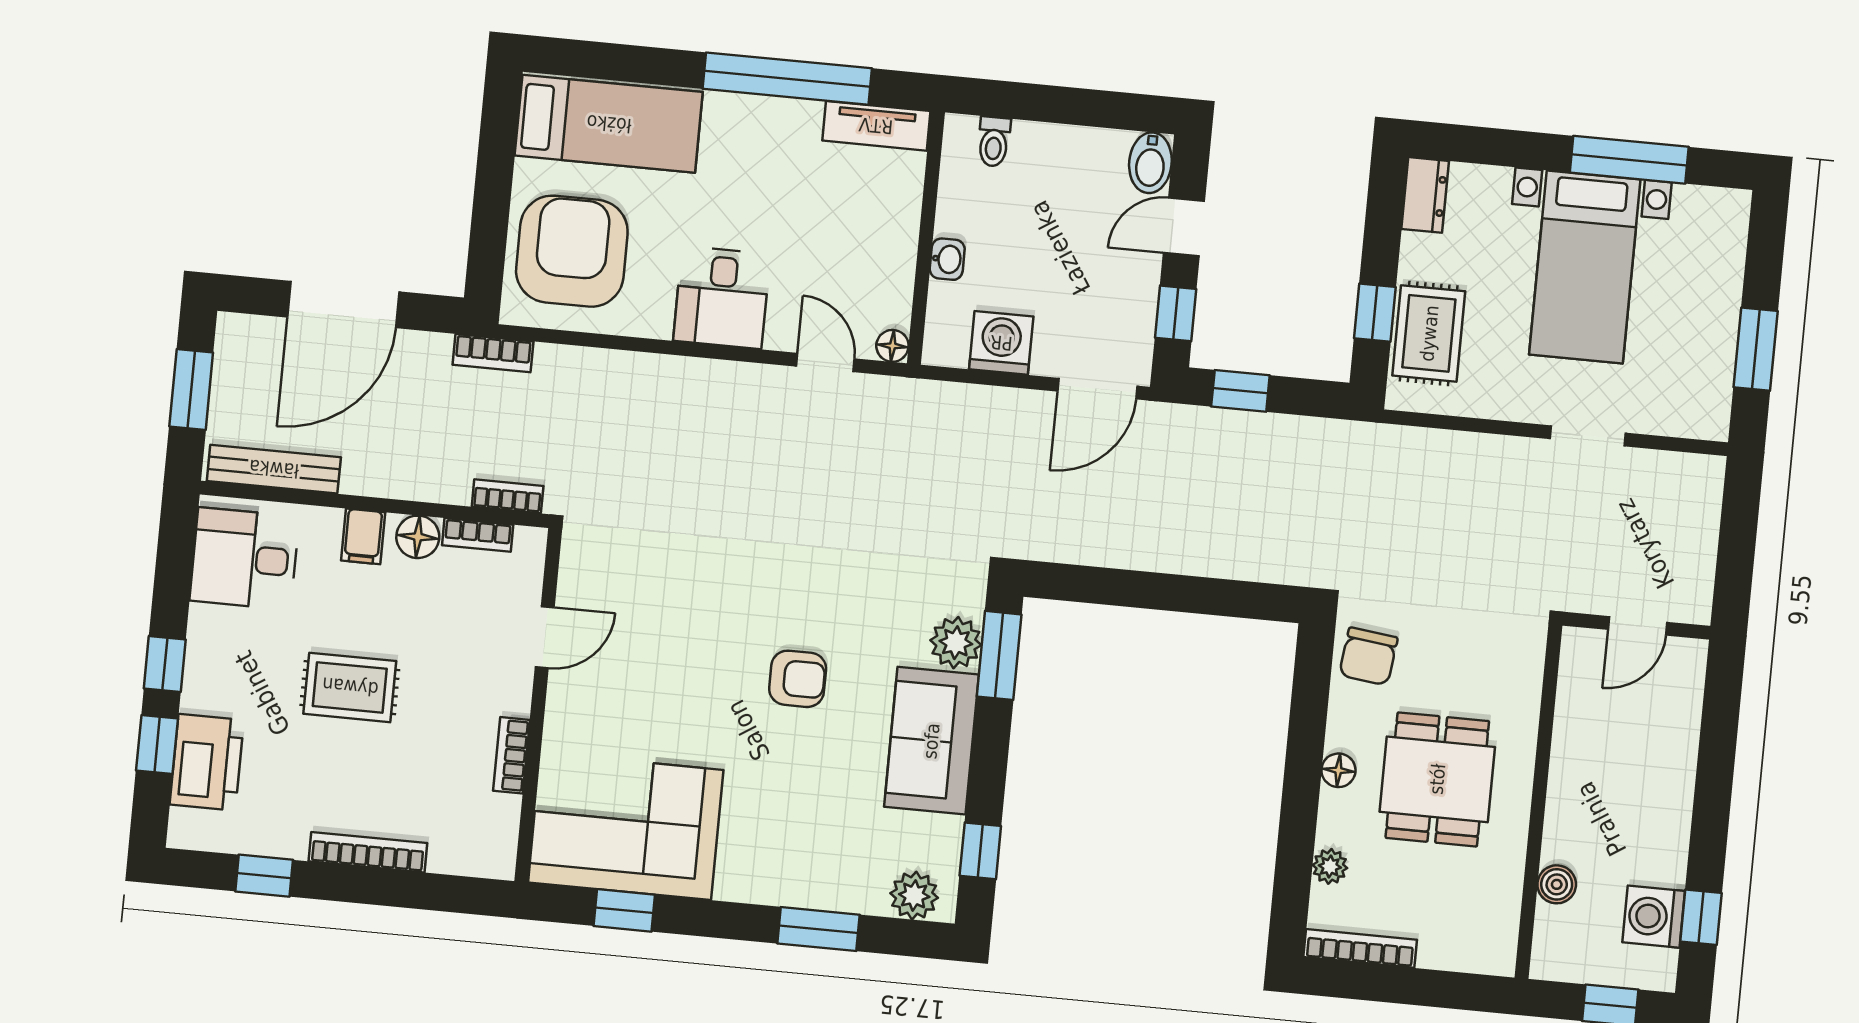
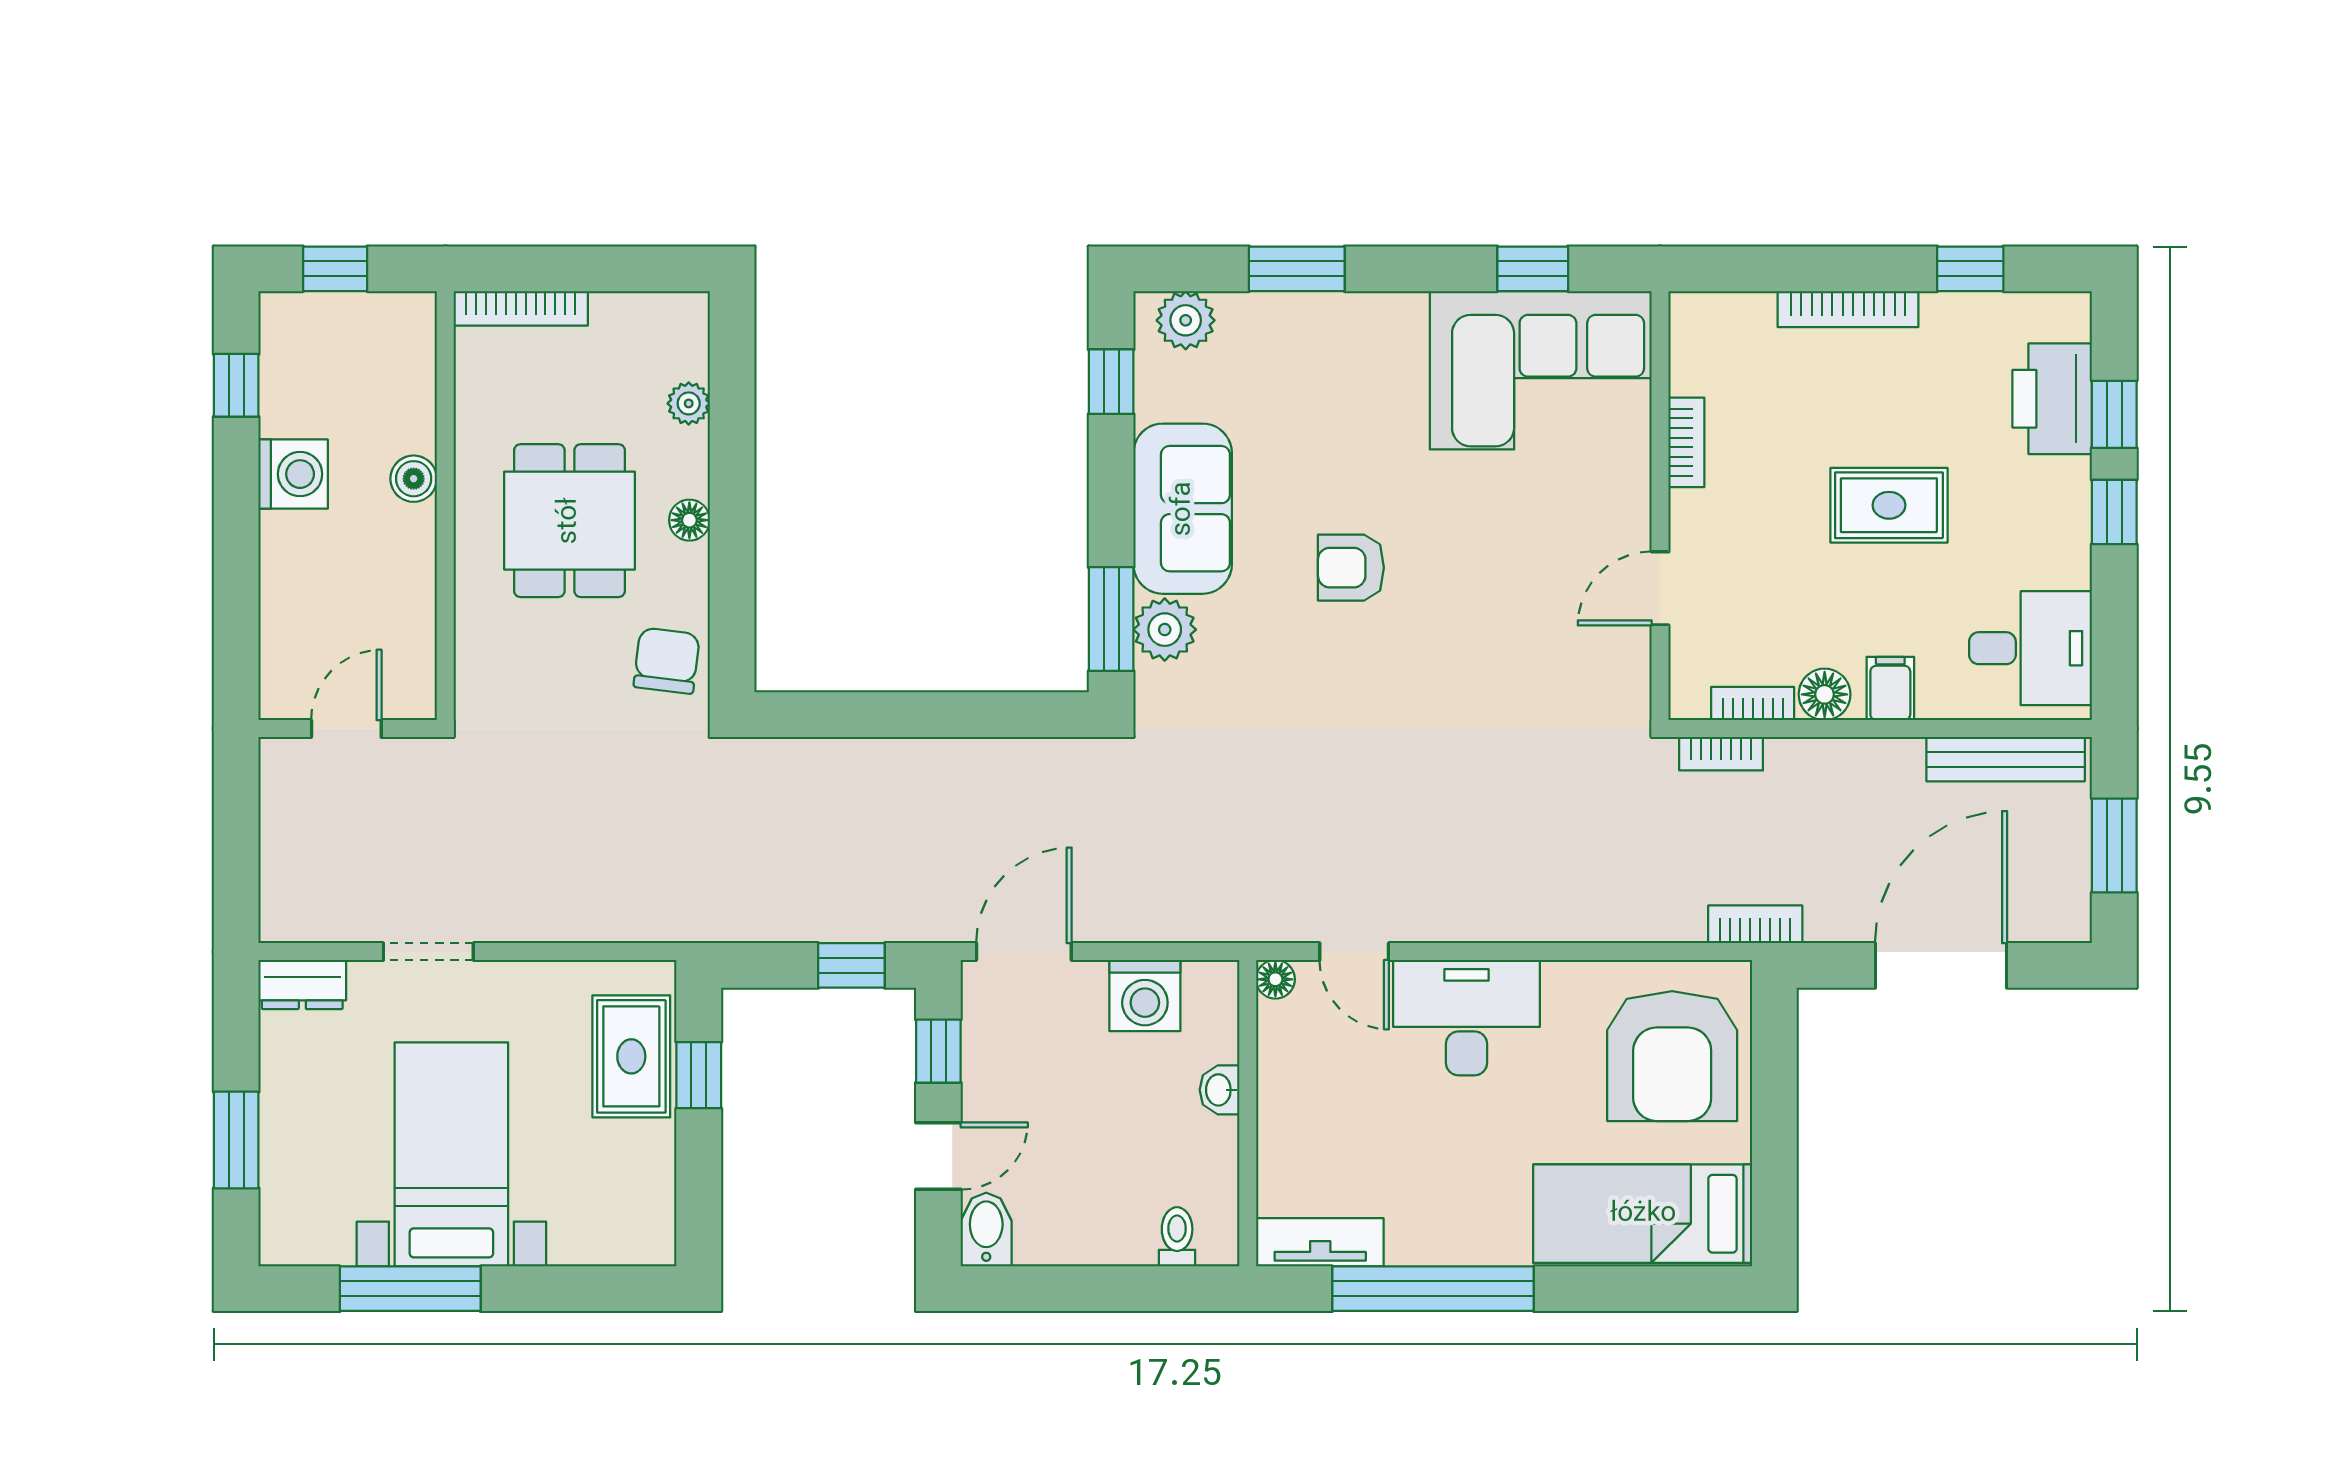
dresser: (1425, 195) -> (302, 985), moved, turned -90
desk: (722, 298) -> (1466, 1018), width x1.37
window: (1756, 349) -> (236, 1140), moved
boiler: (1557, 884) -> (414, 479), moved
washing machine: (1654, 917) -> (293, 474), moved
bookcase: (1360, 948) -> (521, 308), moved

